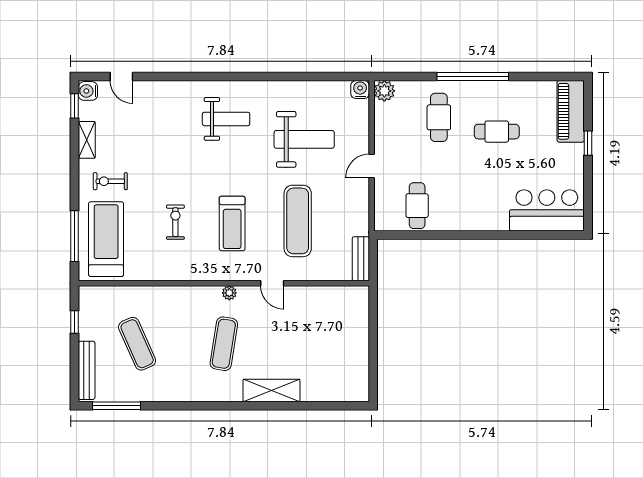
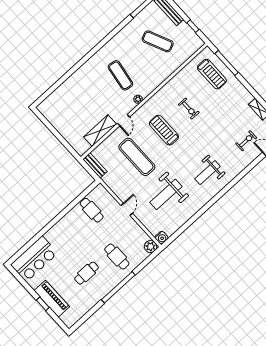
piano: (571, 111) -> (52, 299), moved
exercise bike: (110, 181) -> (246, 141), moved
treadmill: (106, 239) -> (212, 74), width x0.73, depth x0.73
door: (272, 283) -> (123, 120), swing flipped
shelving: (271, 390) -> (100, 131), moved

